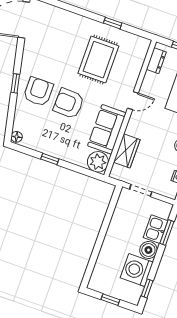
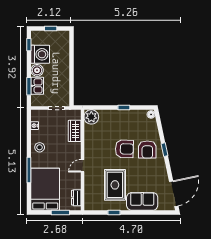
sofa: (107, 129) -> (142, 201), moved, turned -90

